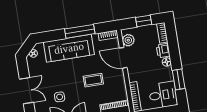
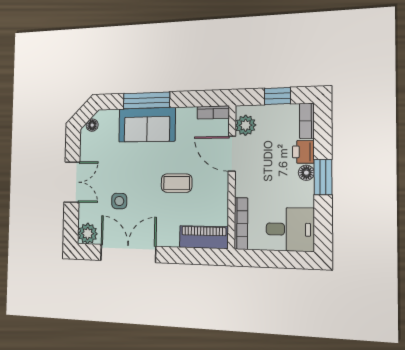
window: (80, 31) -> (146, 100), moved
sofa: (69, 48) -> (147, 125), width x0.73
window: (179, 79) -> (323, 177), moved

